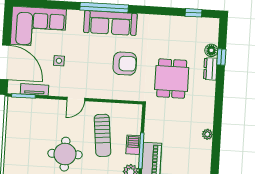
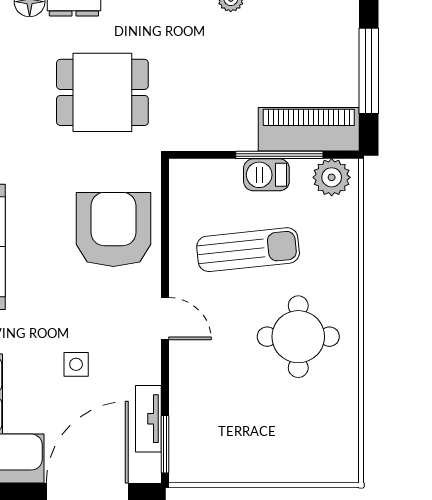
armchair: (125, 64) -> (113, 229), moved, width x1.36, depth x1.36

